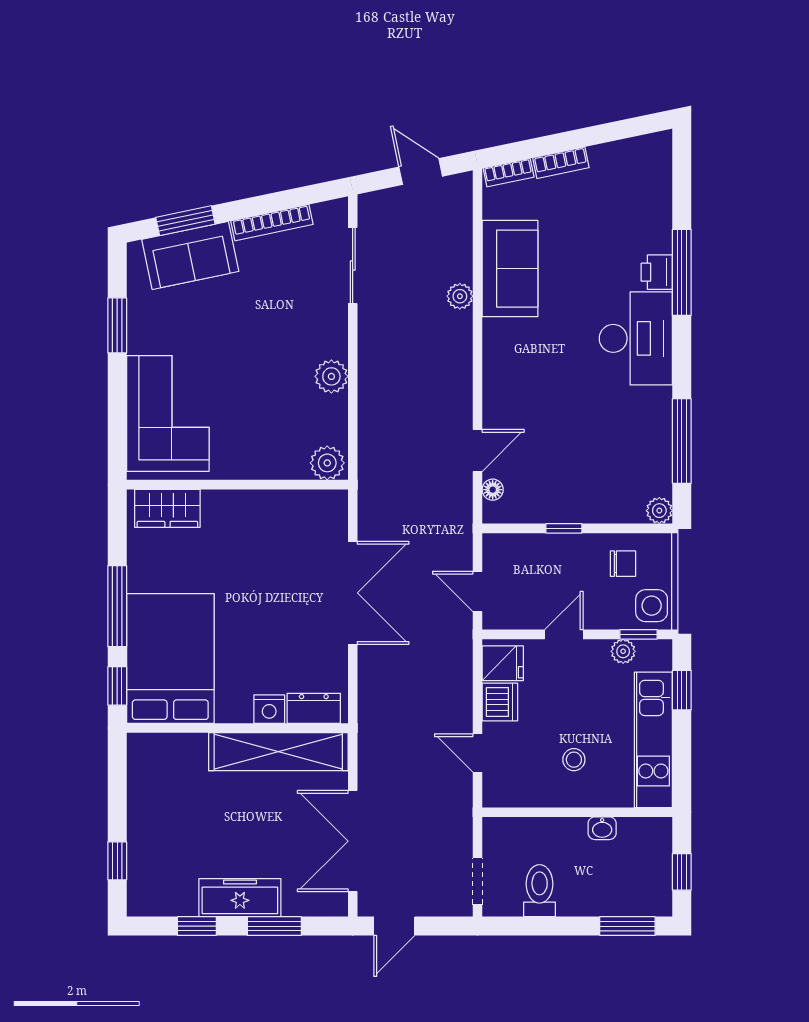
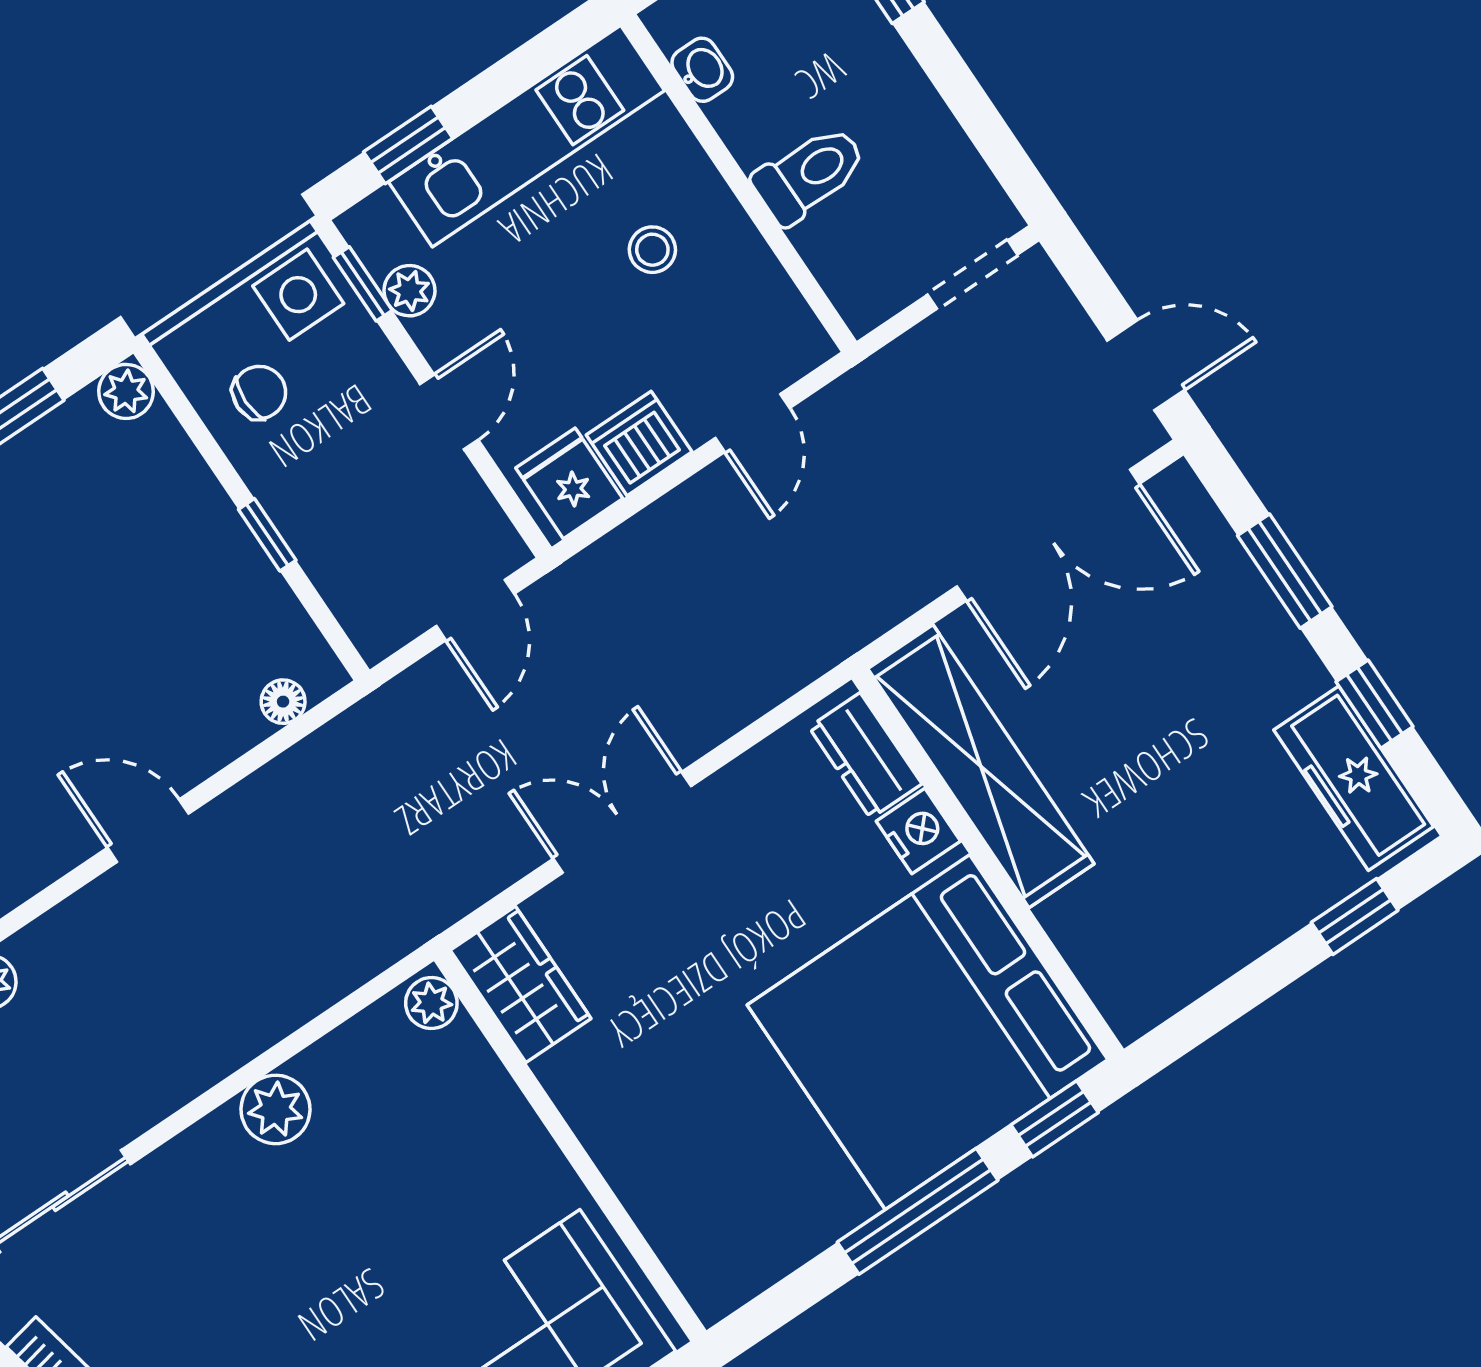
door: (477, 451) -> (148, 831), moved
plant: (327, 463) -> (431, 1003), width x0.73, depth x0.73
wardrobe: (167, 508) -> (521, 984), moved
chair: (623, 564) -> (259, 392), turned 90
double door: (353, 593) -> (622, 822), width x0.73
door: (564, 634) -> (449, 412), swing flipped
bed: (170, 658) -> (928, 1032), width x1.36
washbasin: (602, 828) -> (702, 70), moved
toilet: (540, 891) -> (810, 174), moved, turned 180
freezer: (240, 898) -> (1354, 778), moved

